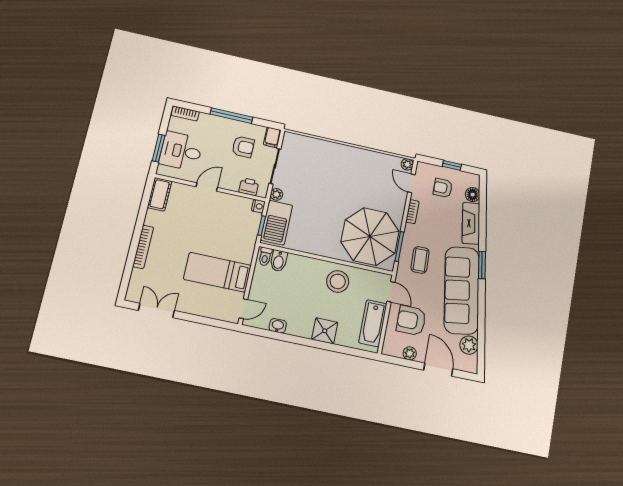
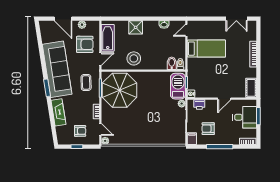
floor lamp: (473, 195) -> (61, 131), removed
door: (391, 292) -> (100, 59), swing flipped
plant: (469, 345) -> (47, 37), removed

